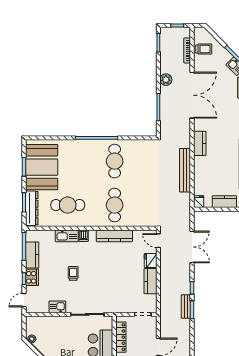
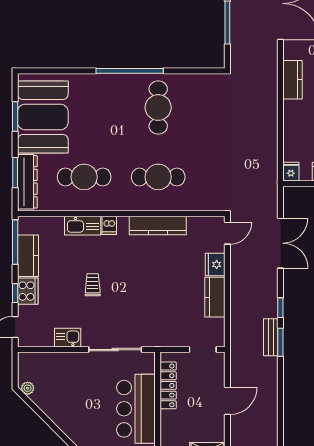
bench: (185, 170) -> (269, 122), removed
cafe table: (115, 205) -> (158, 177), turned 90
door: (158, 241) -> (227, 233), swing flipped

